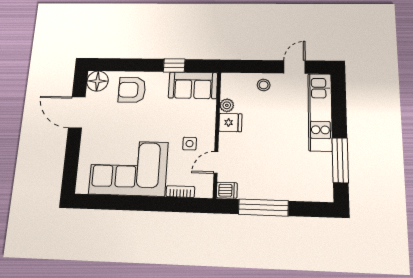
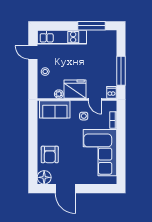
window: (174, 65) -> (33, 129), removed
sofa: (193, 85) -> (55, 109), moved, turned 90
door: (77, 112) -> (65, 189), hinge flipped
fridge: (230, 123) -> (75, 89), width x1.88, depth x1.34

